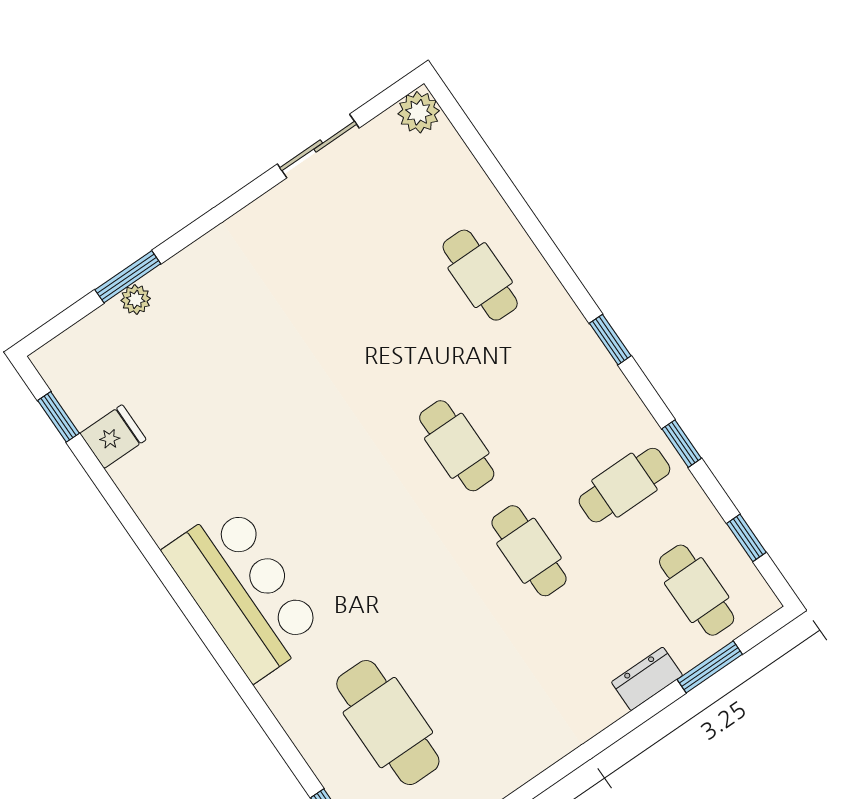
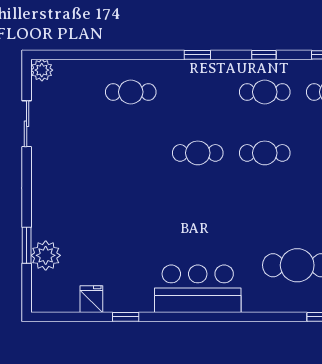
plant: (136, 299) -> (46, 255), width x1.88, depth x1.88
window: (59, 417) -> (126, 317), moved
cafe table: (624, 485) -> (265, 92), turned 90

